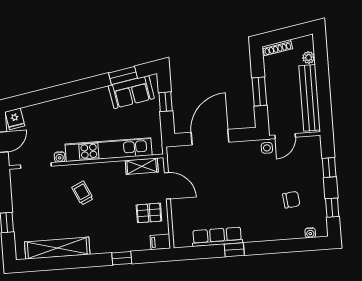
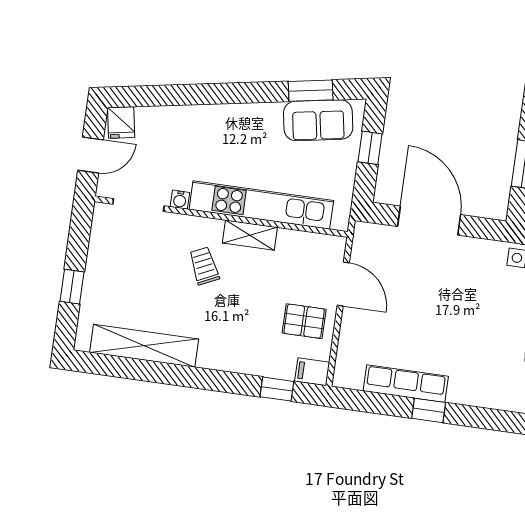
door: (210, 137) -> (429, 221), hinge flipped
shelving: (142, 166) -> (250, 235), moved
window: (122, 258) -> (277, 389), moved

